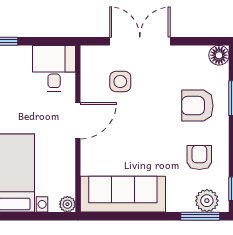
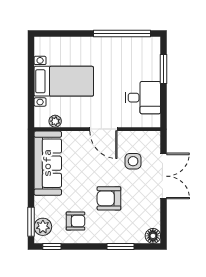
desk: (54, 68) -> (143, 98), moved
armchair: (197, 106) -> (109, 198), moved, turned -90
plant: (67, 204) -> (55, 121), moved

